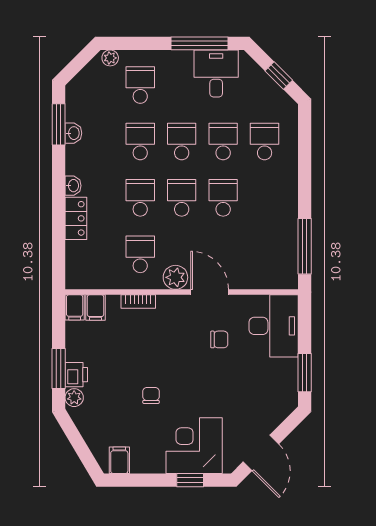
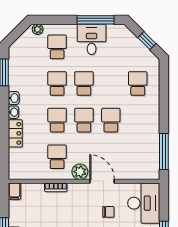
desk: (216, 73) -> (92, 39), moved
washbasin: (73, 133) -> (14, 98), moved
school desk: (223, 141) -> (111, 83), removed
filing cabinet: (95, 307) -> (28, 191), removed

